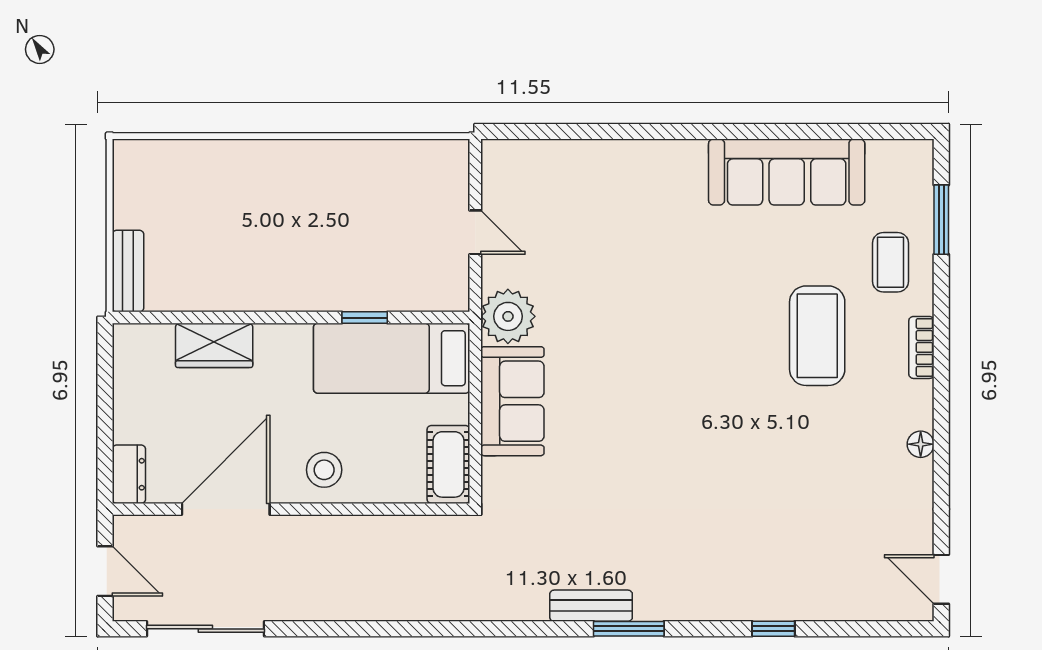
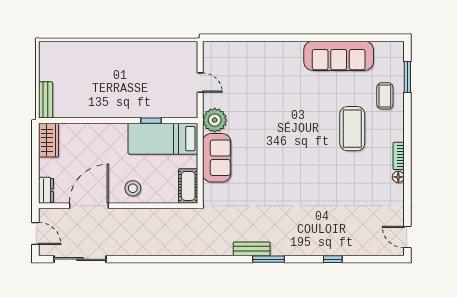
wardrobe: (214, 345) -> (49, 140), moved, turned -90
bookcase: (921, 347) -> (399, 156), moved

